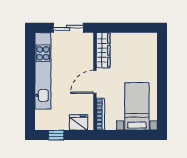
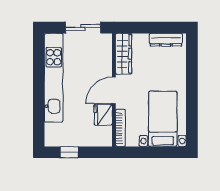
dresser: (140, 38) -> (166, 40), added
fridge: (79, 122) -> (103, 115), moved, turned -90

